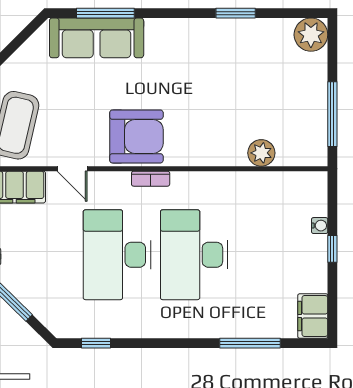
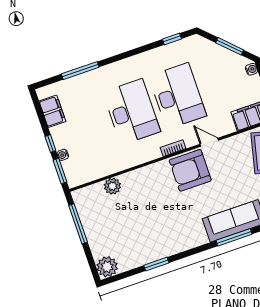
door: (72, 169) -> (209, 142), moved
window: (332, 203) -> (60, 171), added
filing cabinet: (313, 316) -> (52, 111), moved

